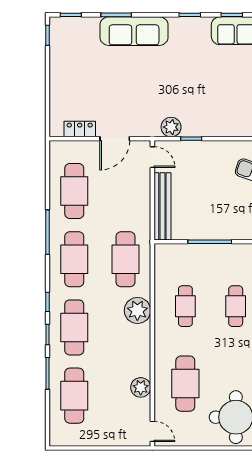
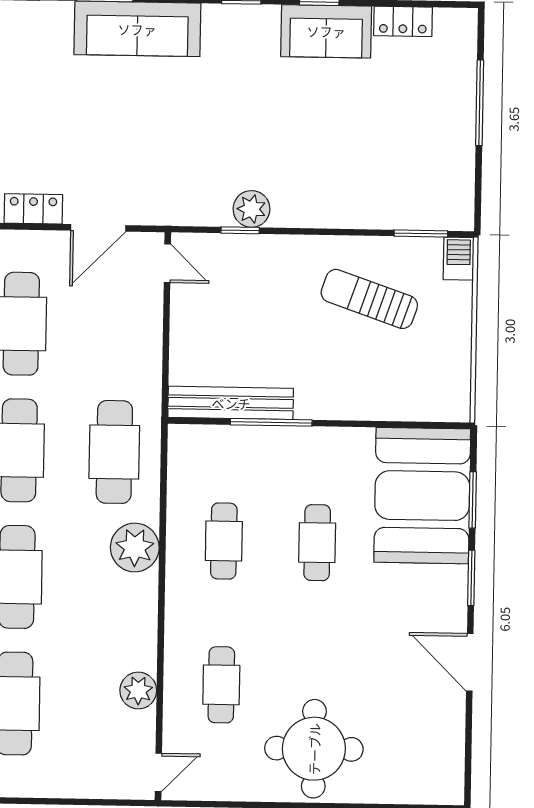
plant: (171, 127) -> (251, 209), moved
bench: (162, 206) -> (231, 403), moved, turned 90
cafe table: (185, 384) -> (221, 685), width x0.73, depth x0.74
door: (152, 431) -> (158, 772), hinge flipped

